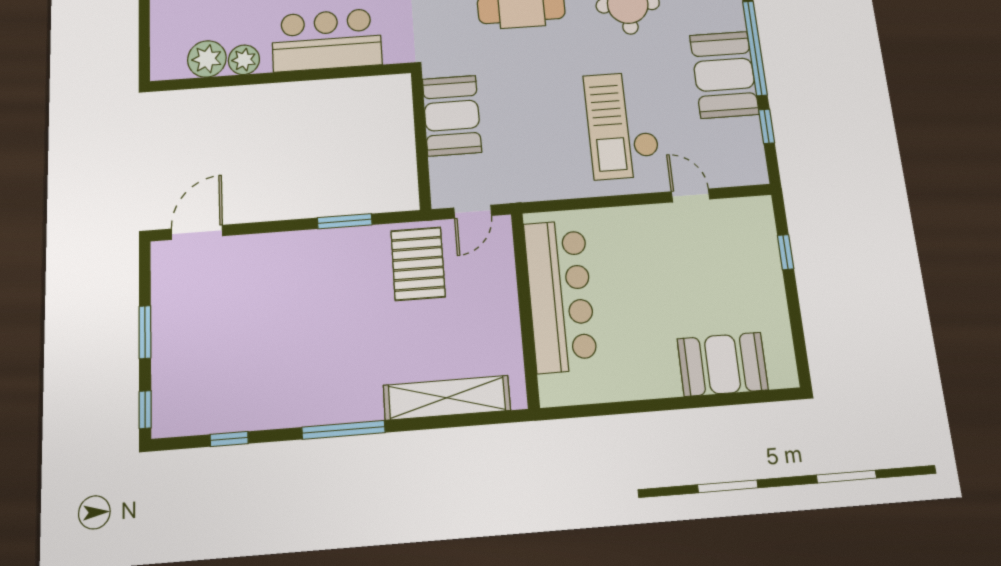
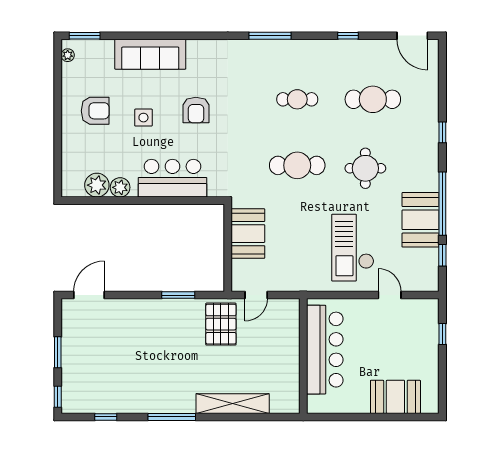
bar counter: (560, 296) -> (325, 350), moved
wall: (525, 309) -> (303, 356), moved

